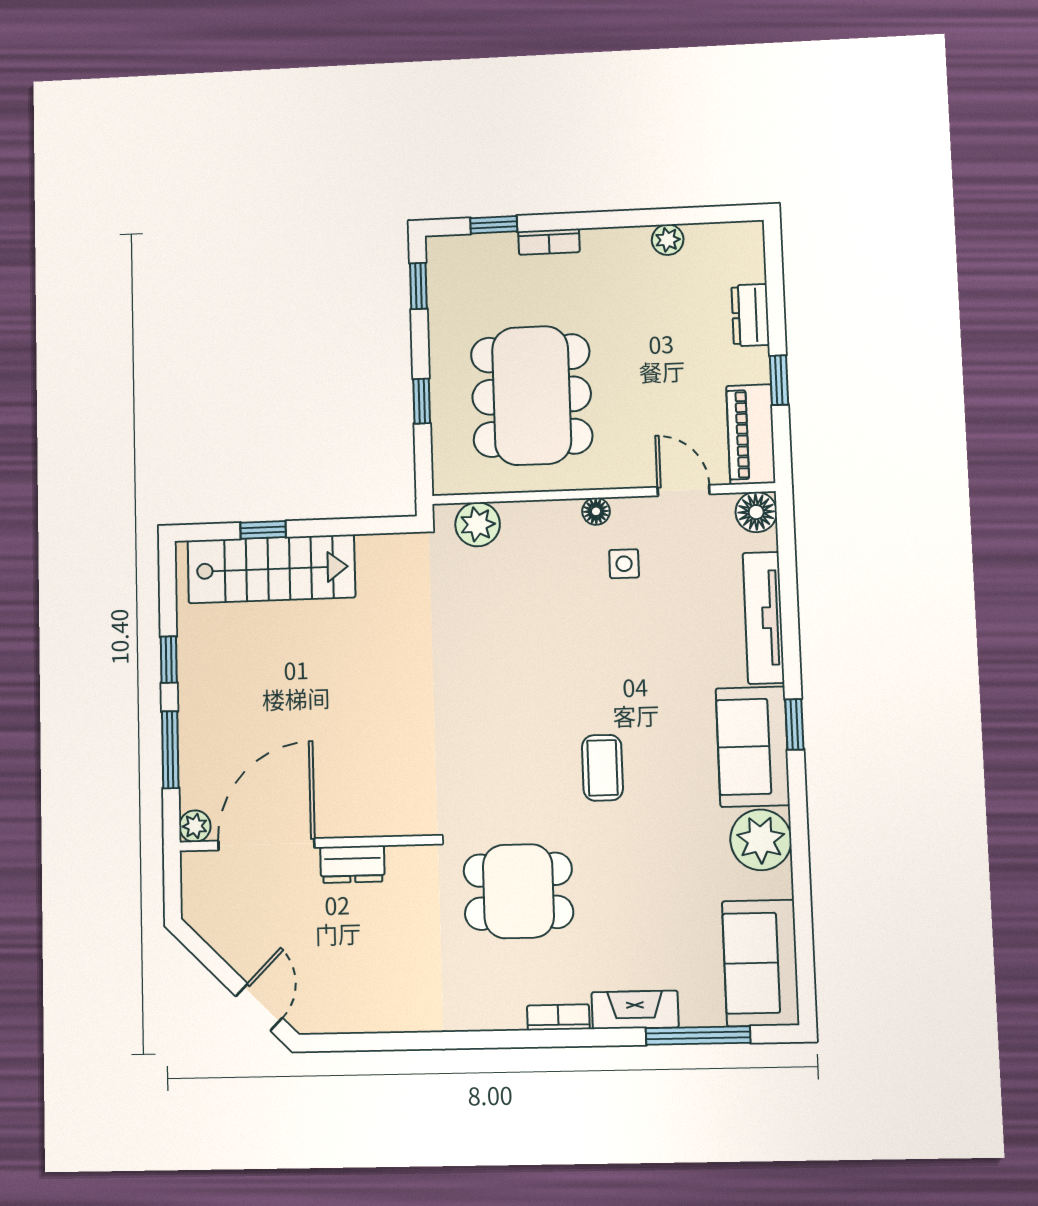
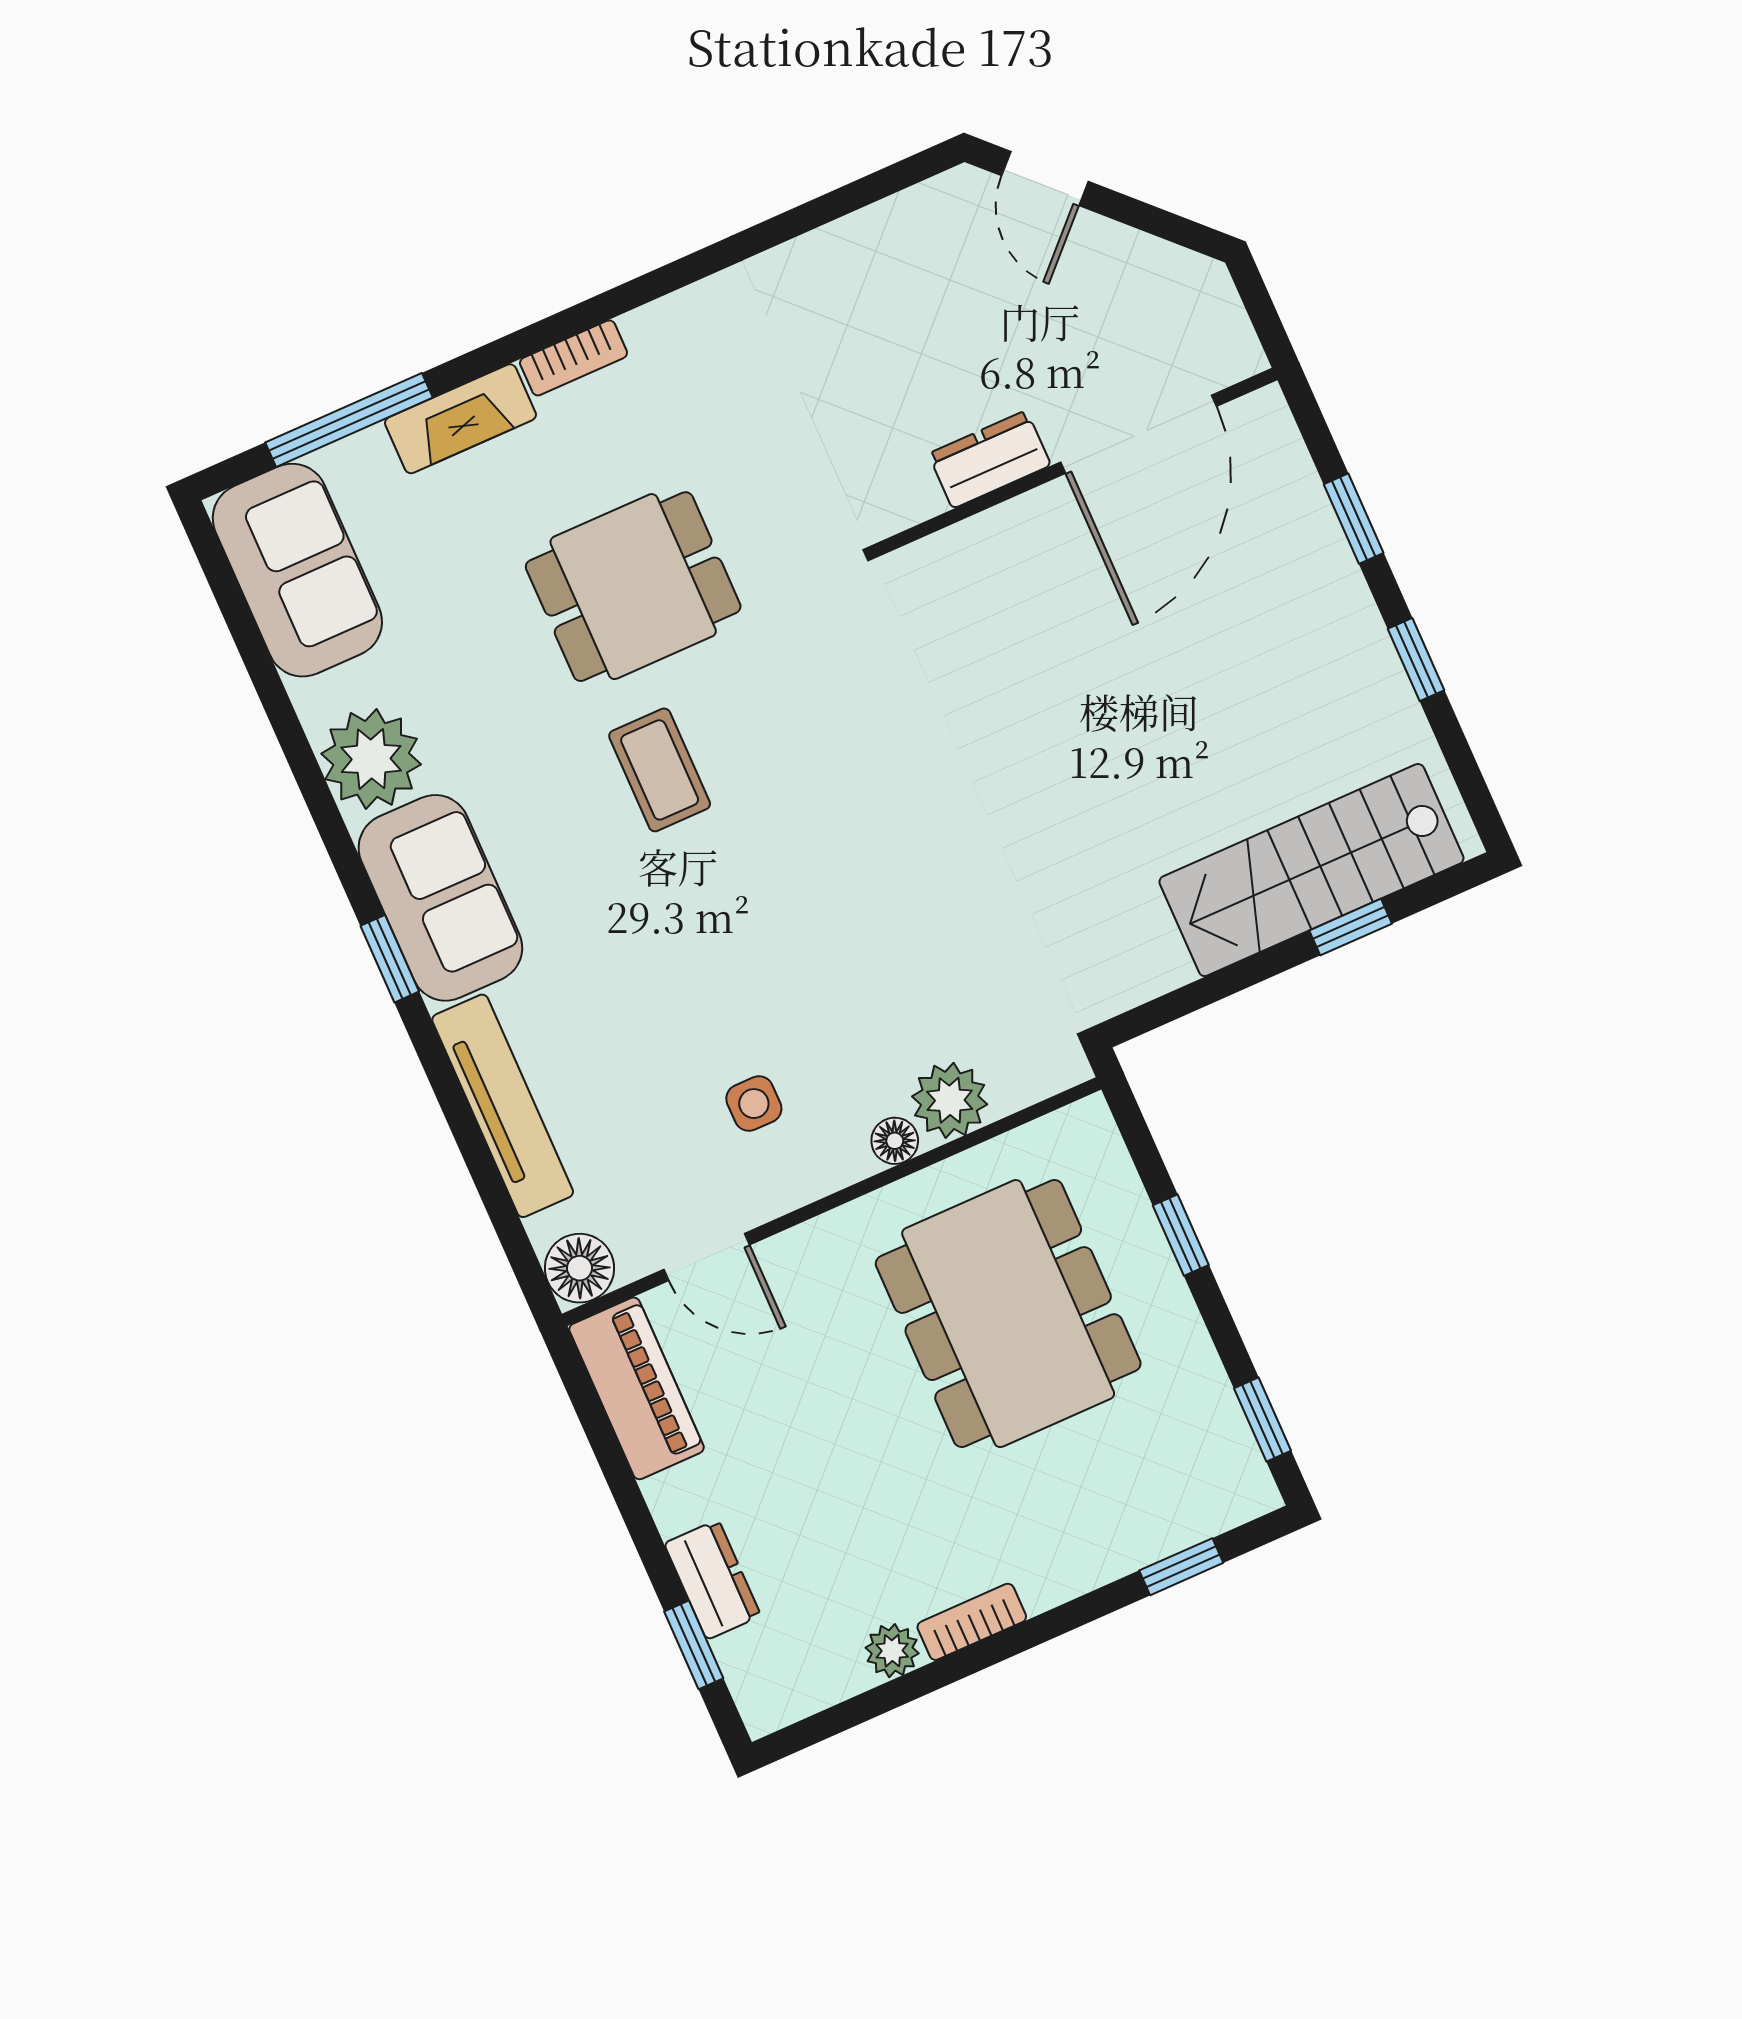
bookcase: (549, 242) -> (972, 1622), moved
window: (779, 380) -> (694, 1645), moved
floor lamp: (596, 511) -> (895, 1141), moved
plant: (478, 524) -> (950, 1100), moved
window: (170, 750) -> (1354, 519), width x0.67
plant: (195, 826) -> (1264, 415), removed
dining table: (518, 891) -> (633, 587), moved

